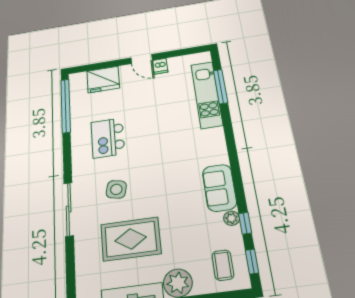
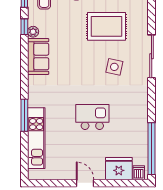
dishwasher: (160, 66) -> (139, 173), moved
window: (221, 86) -> (24, 115), moved
kitchen island: (108, 138) -> (92, 117), moved, turned -90

